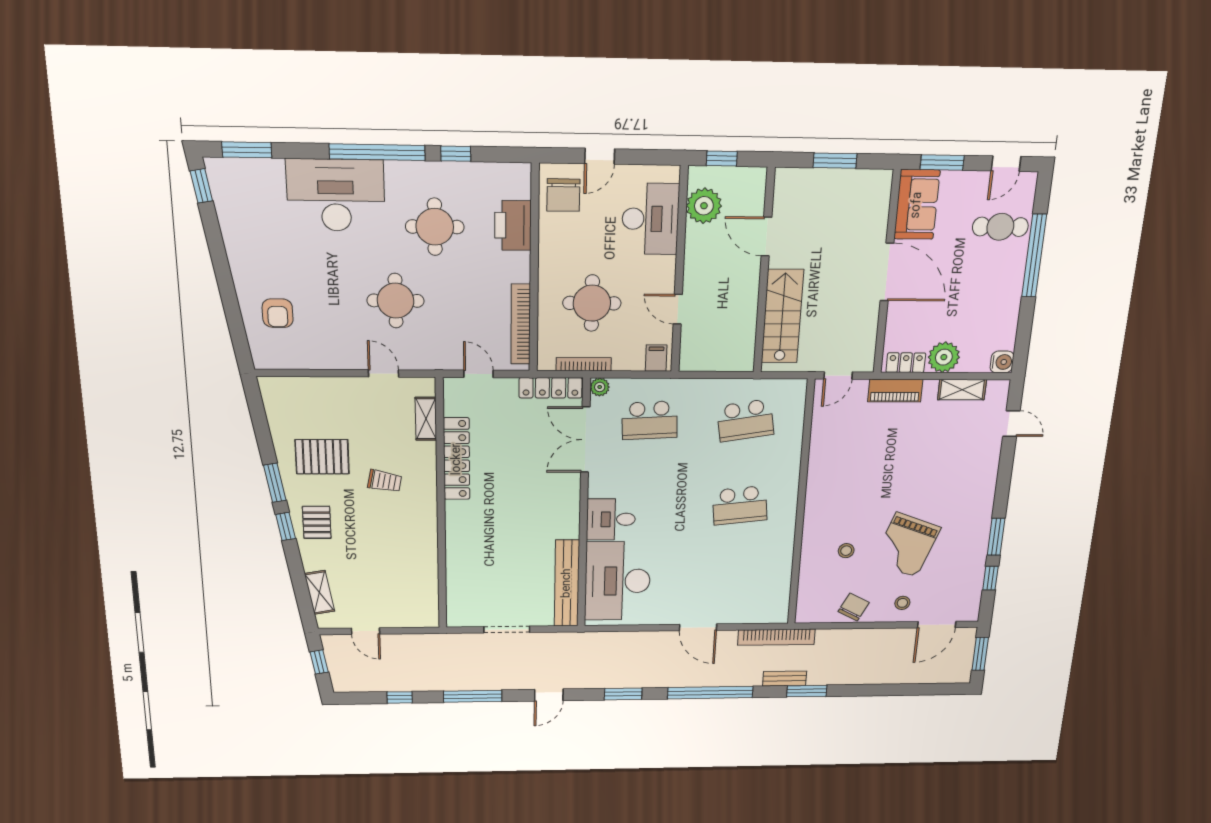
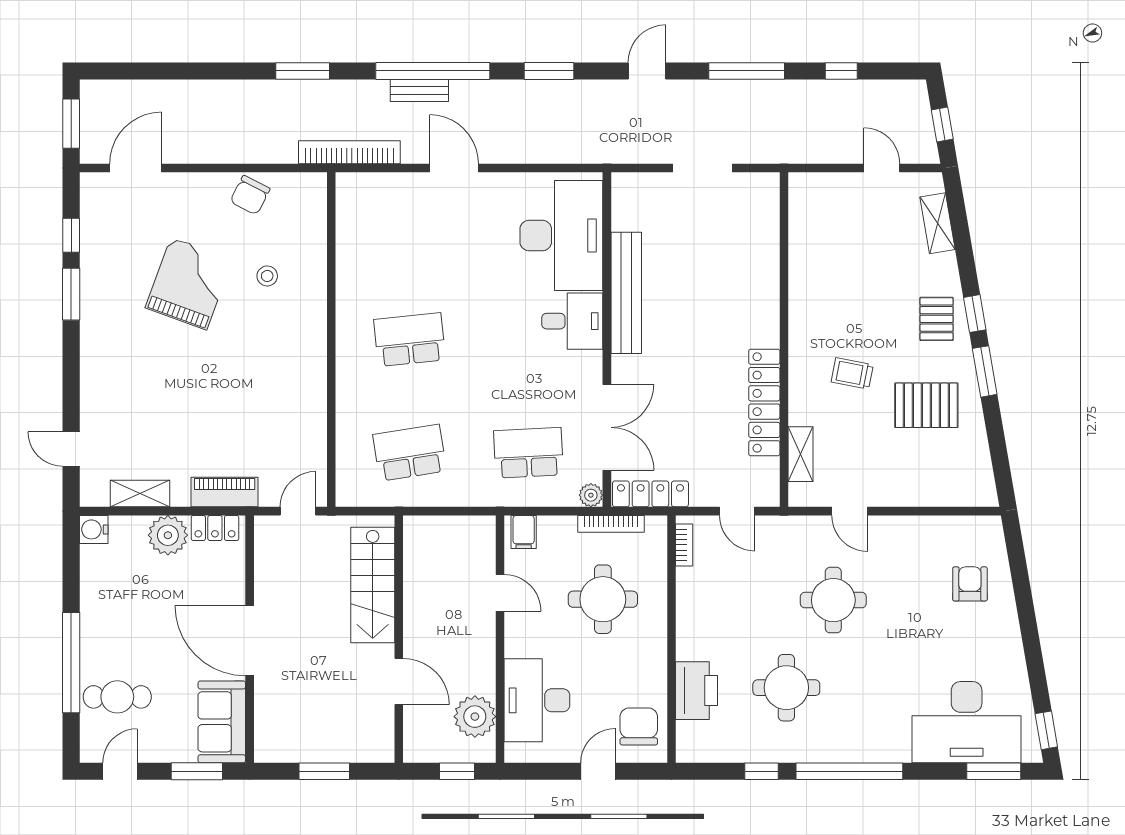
desk: (336, 195) -> (967, 722), moved
bookcase: (521, 324) -> (684, 545), width x0.43, depth x0.76
bench: (567, 583) -> (626, 293), moved
stool: (902, 603) -> (185, 200), removed
bench: (785, 679) -> (419, 90), moved

